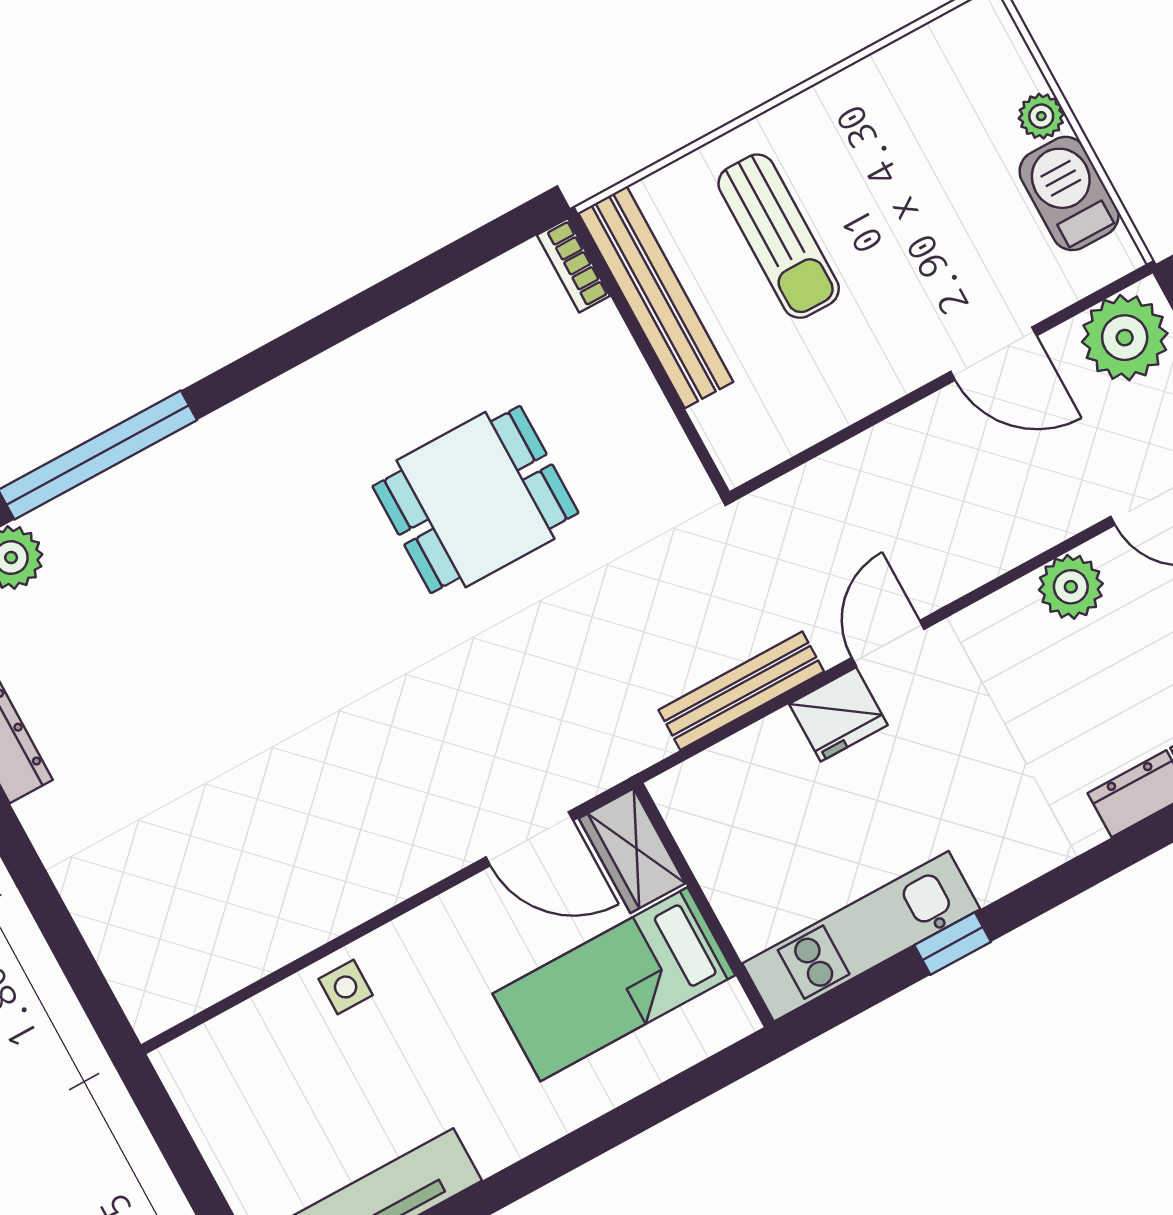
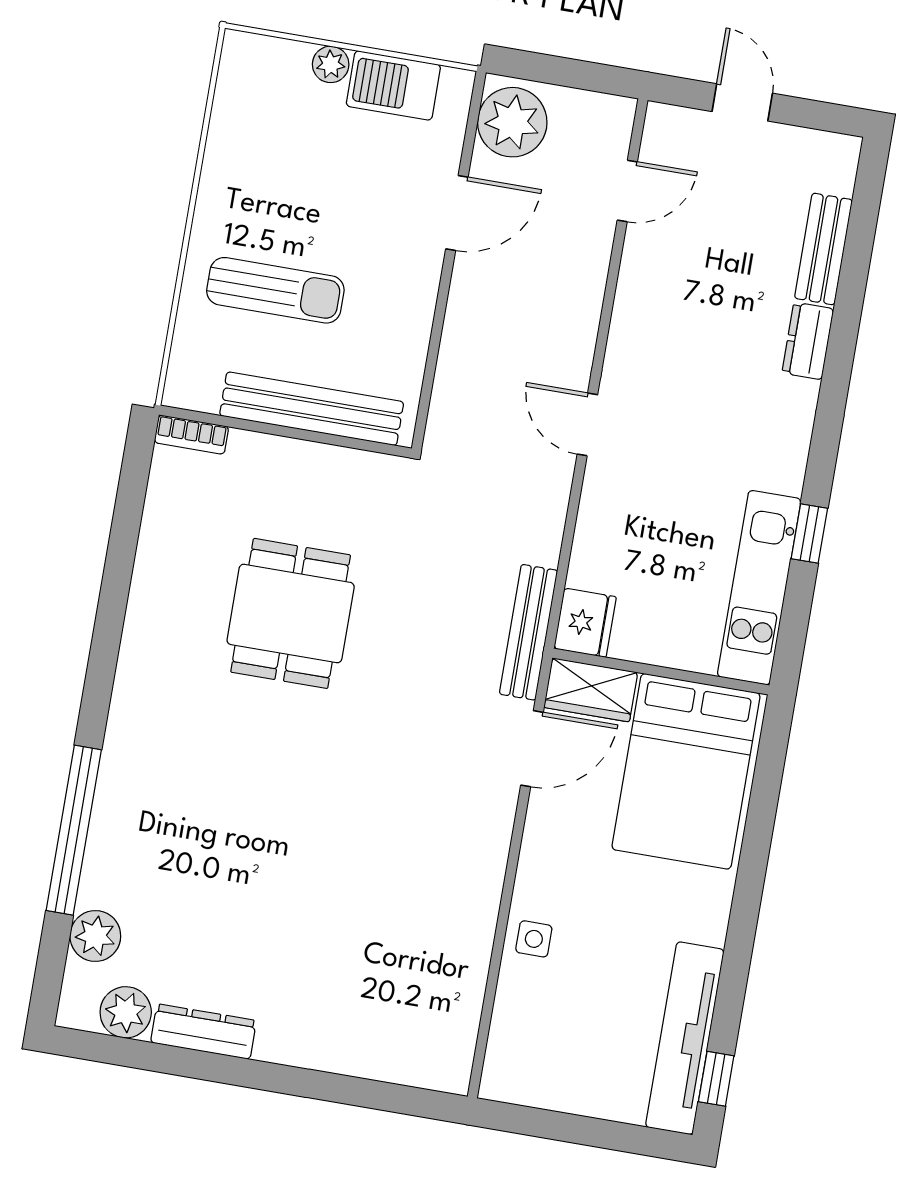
bench: (656, 297) -> (312, 409), moved
plant: (1071, 587) -> (643, 281), removed
bench: (741, 691) -> (528, 632), moved
fridge: (838, 714) -> (585, 623), moved
bed: (614, 984) -> (686, 771), width x1.50

